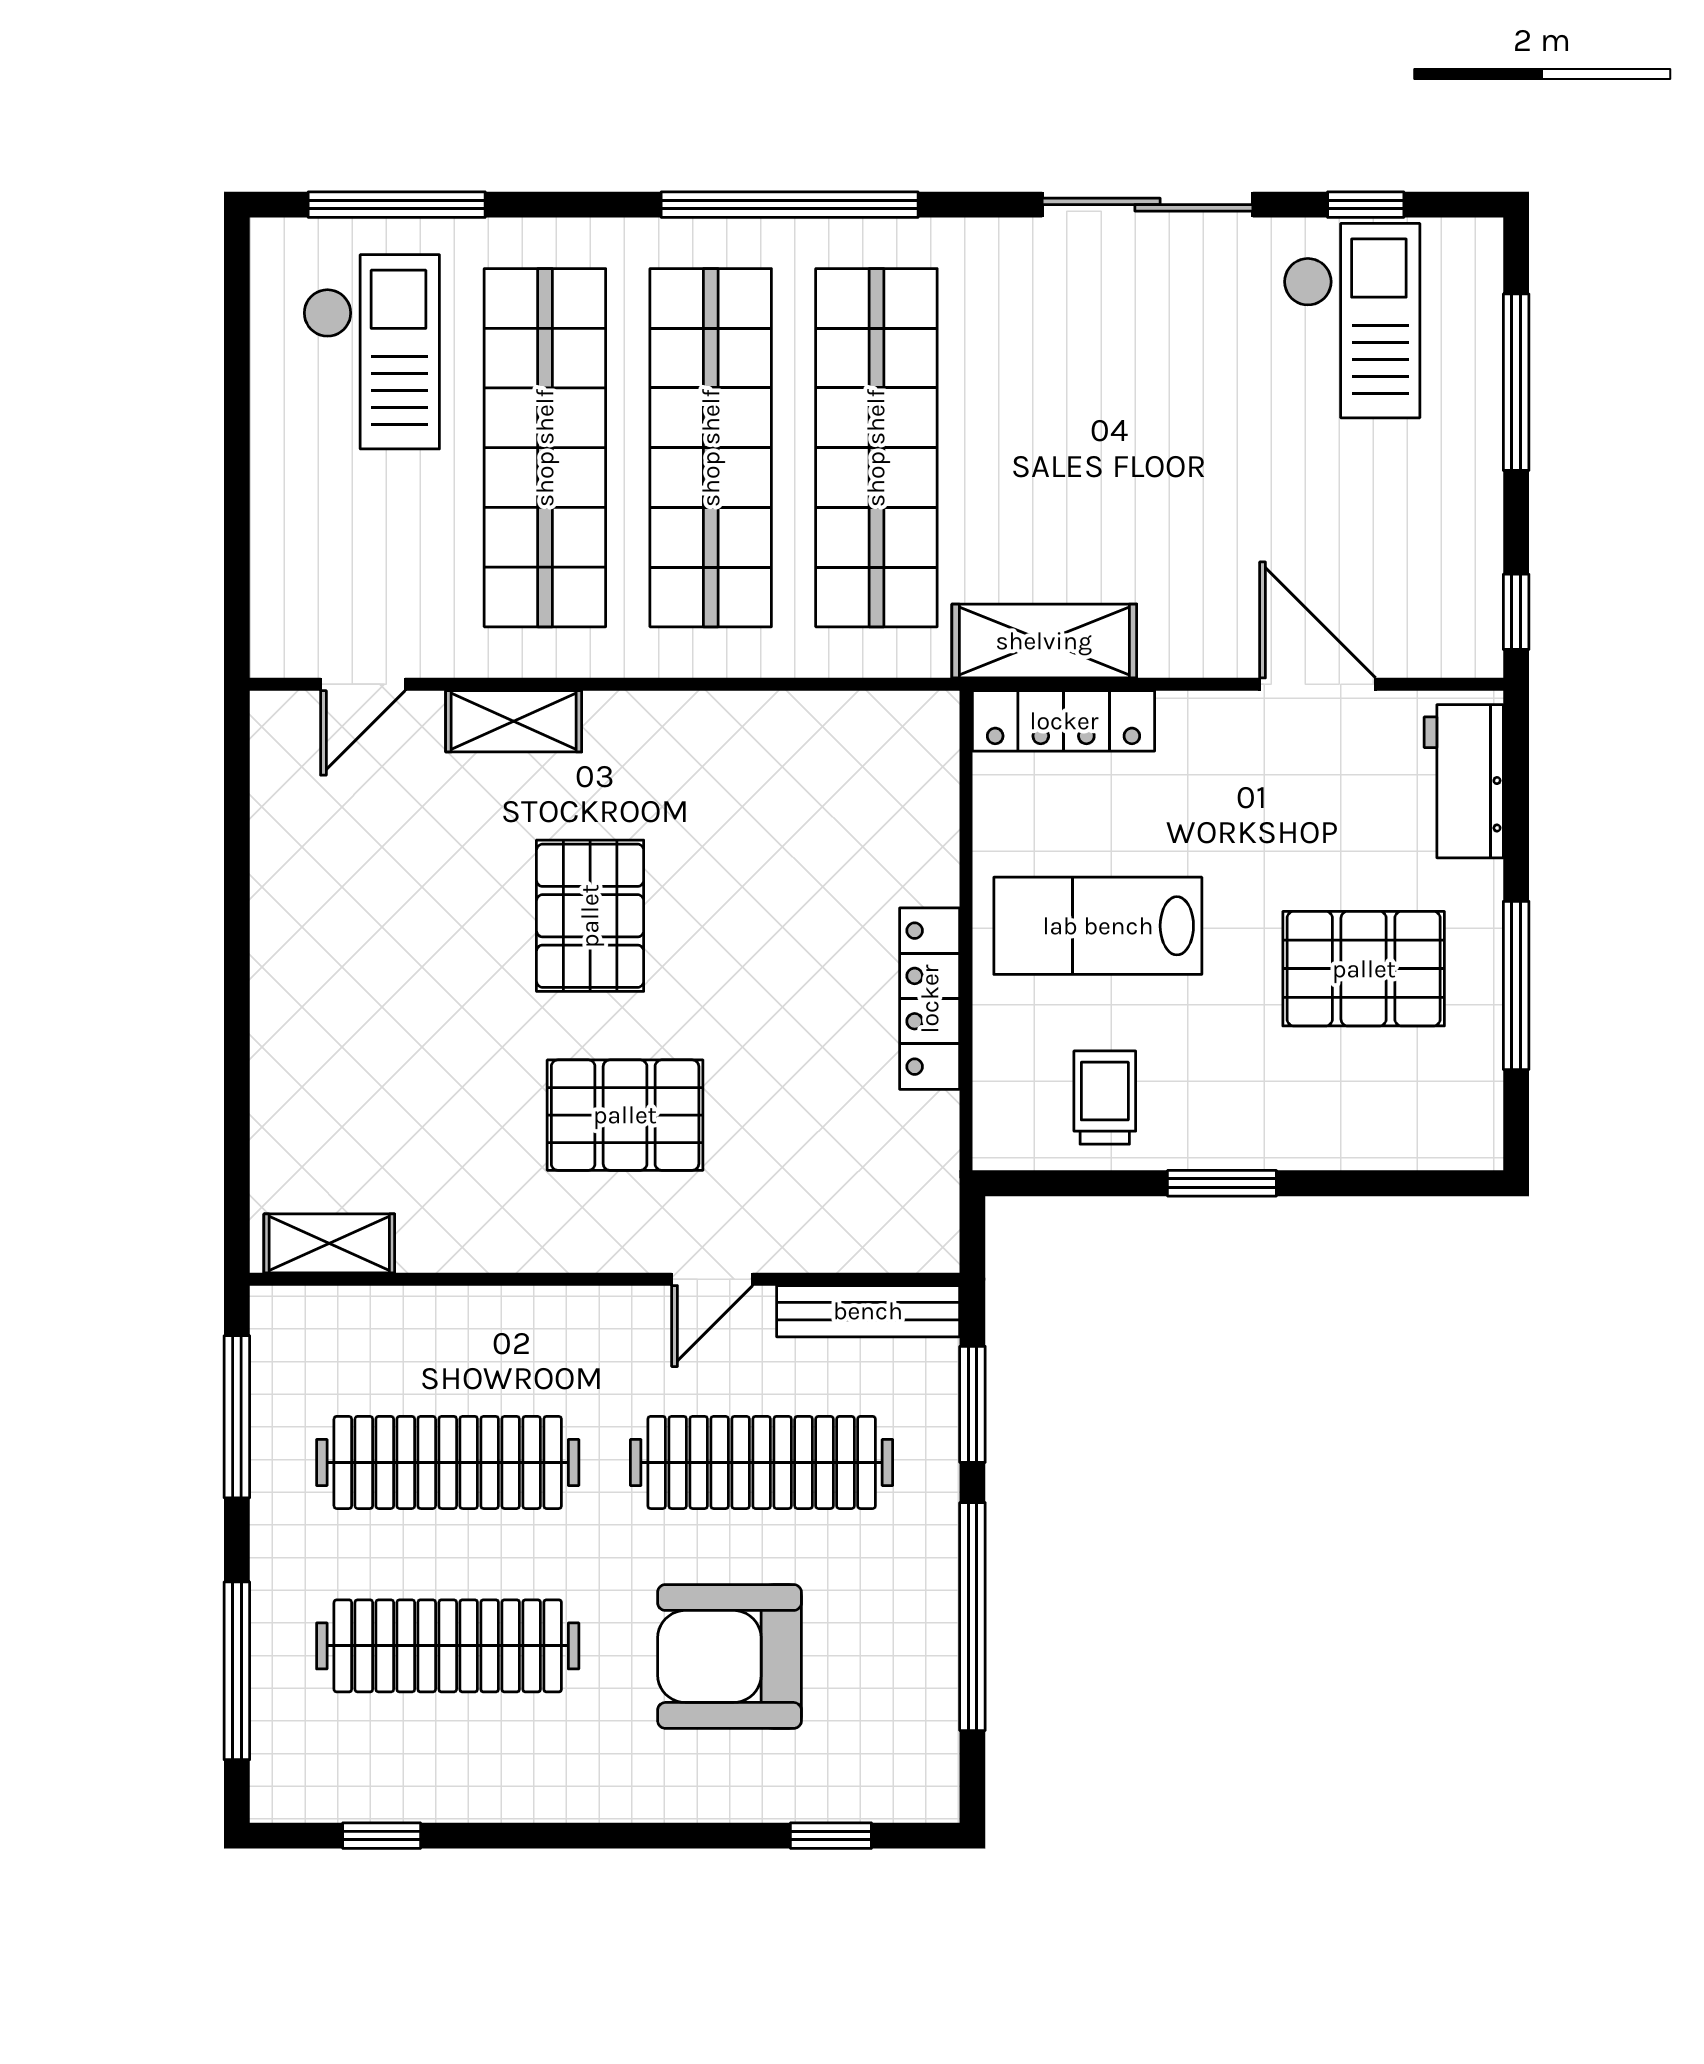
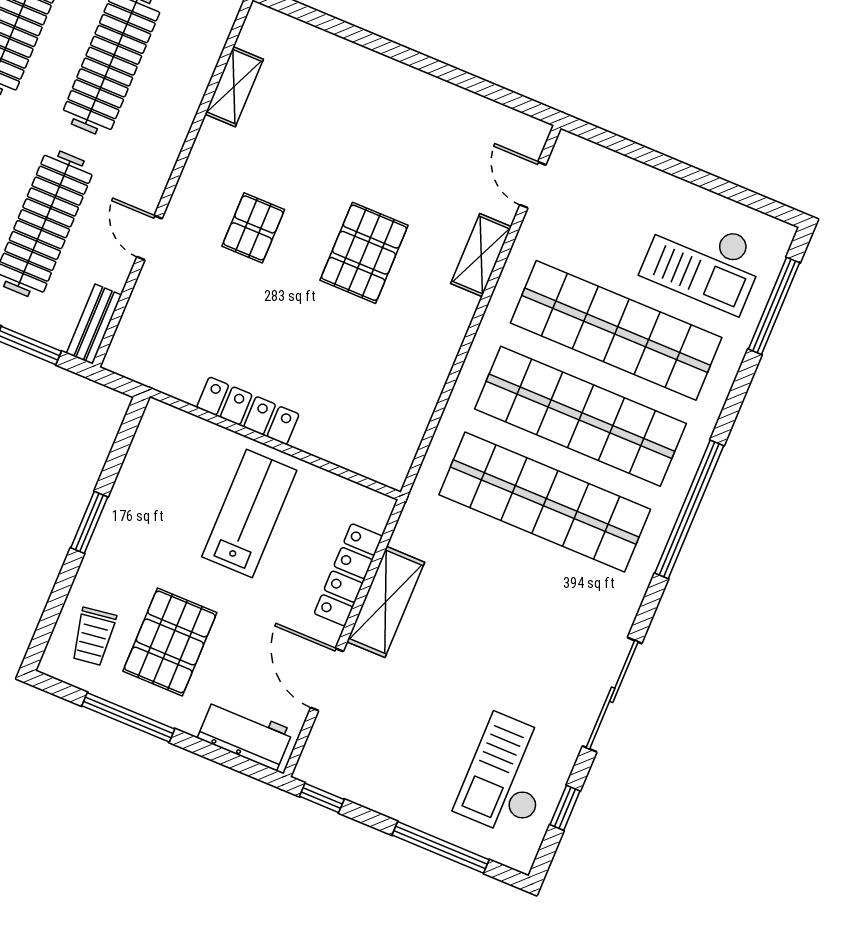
checkout: (1352, 321) -> (508, 775), turned 90
shelving: (1044, 641) -> (386, 602), moved
door: (1318, 684) -> (327, 679), swing flipped
locker: (1064, 721) -> (348, 575), moved
pallet: (590, 916) -> (364, 253), turned 90
trolley: (1105, 1098) -> (93, 636), moved, turned 82
pallet: (625, 1115) -> (253, 228), width x0.67, depth x0.71
shelving: (329, 1243) -> (234, 87), moved
bench: (868, 1311) -> (94, 324), width x0.73

